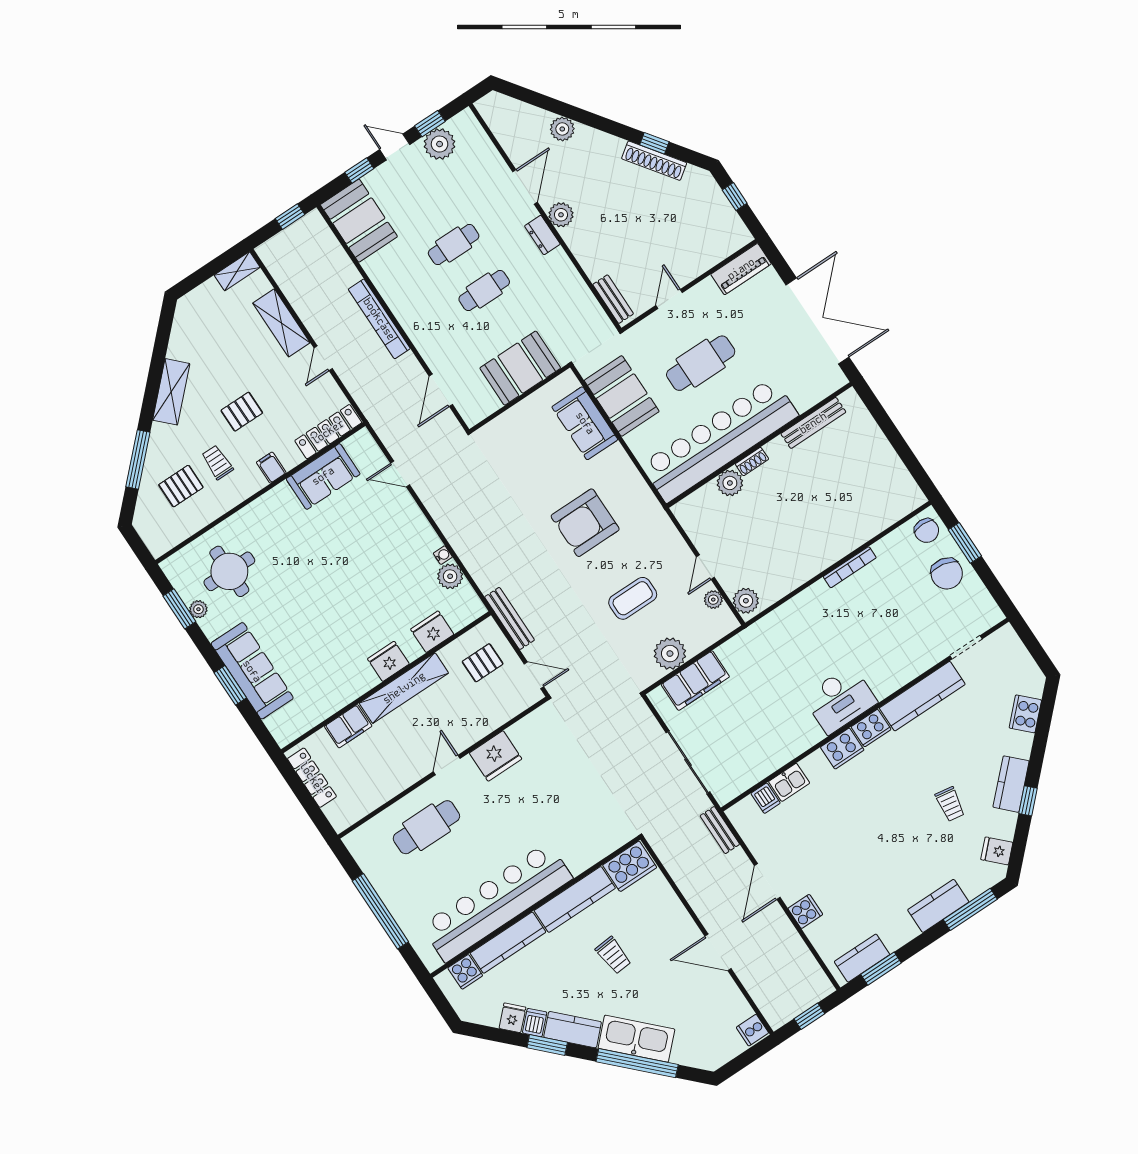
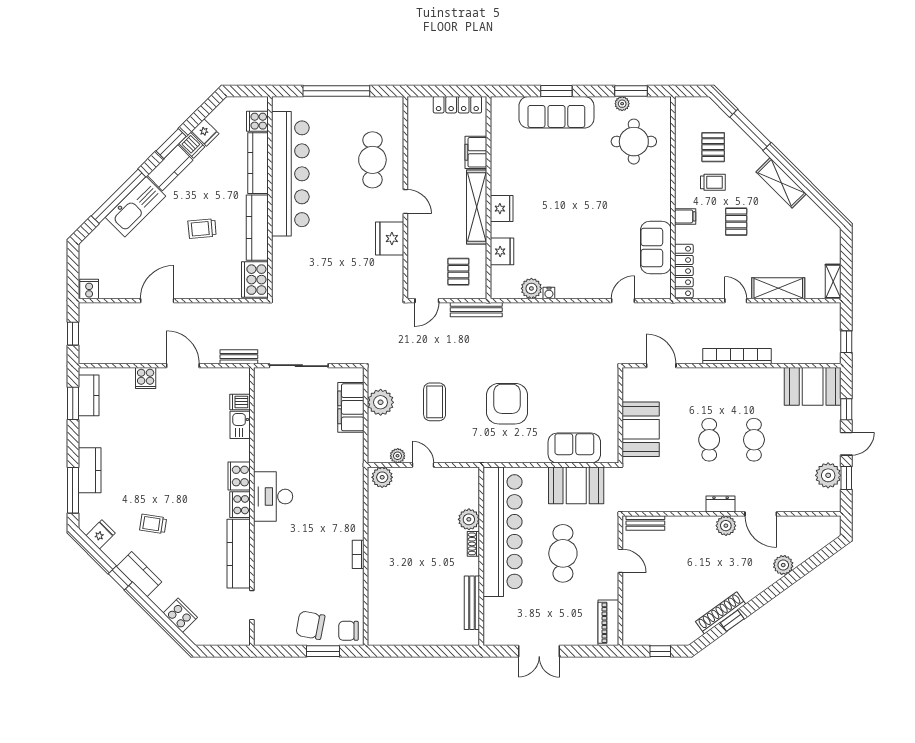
double door: (817, 321) -> (539, 651), width x0.54
bookcase: (850, 567) -> (358, 554), width x0.64

